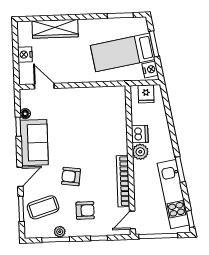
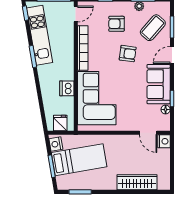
nightstand: (25, 55) -> (164, 141), moved
corner sofa: (105, 124) -> (97, 98), added
plant: (140, 152) -> (67, 73), removed
coffee table: (43, 207) -> (153, 28), turned -32

